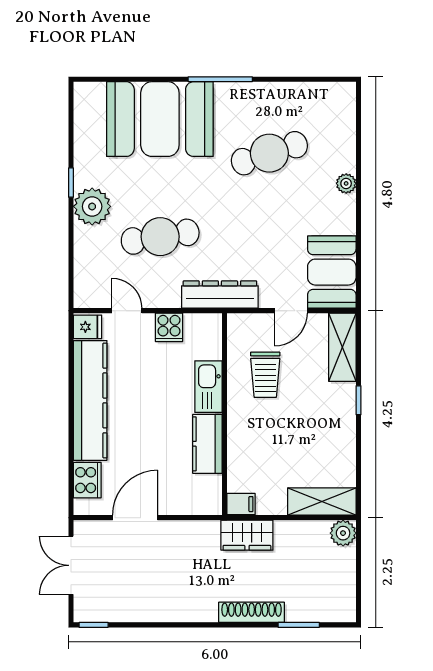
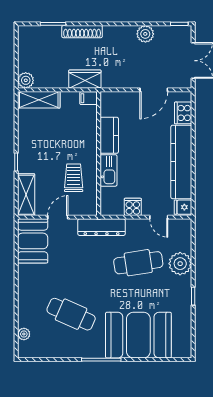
cafe table: (269, 153) -> (71, 314), turned 42
plant: (346, 183) -> (24, 334), moved
plant: (92, 206) -> (180, 264), moved
plant: (149, 609) -> (145, 34), added

